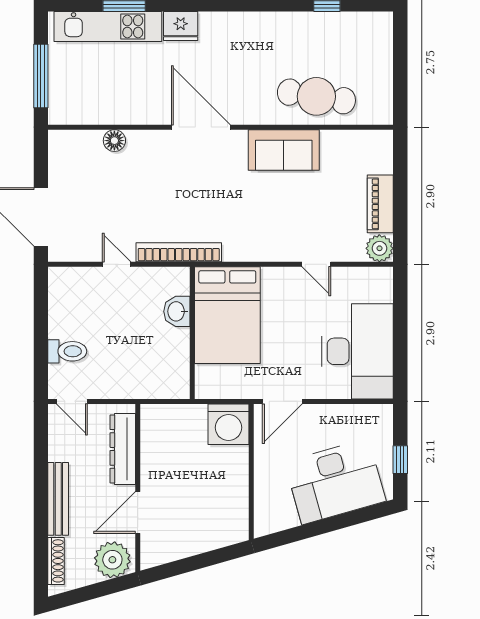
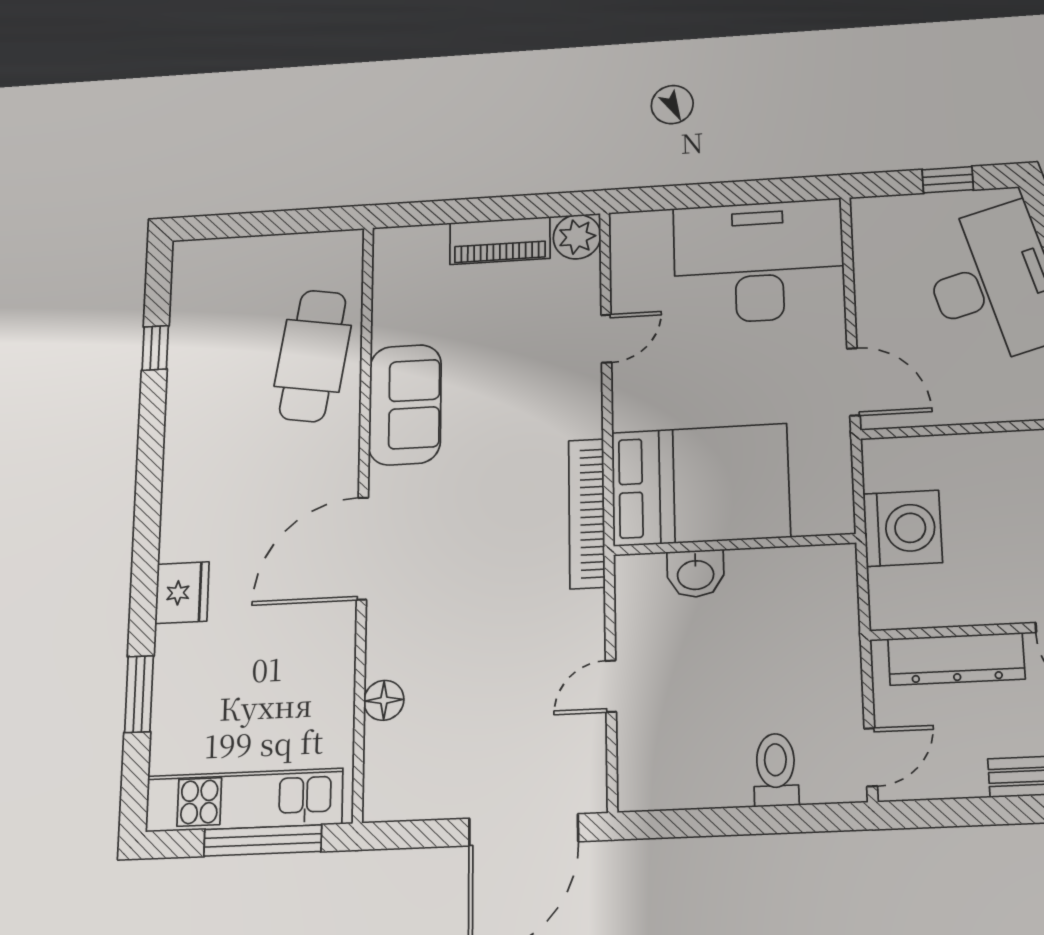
kitchen unit: (108, 26) -> (244, 800), moved, turned -90
bookcase: (179, 252) -> (587, 513), moved
washing machine: (228, 424) -> (903, 528), moved

